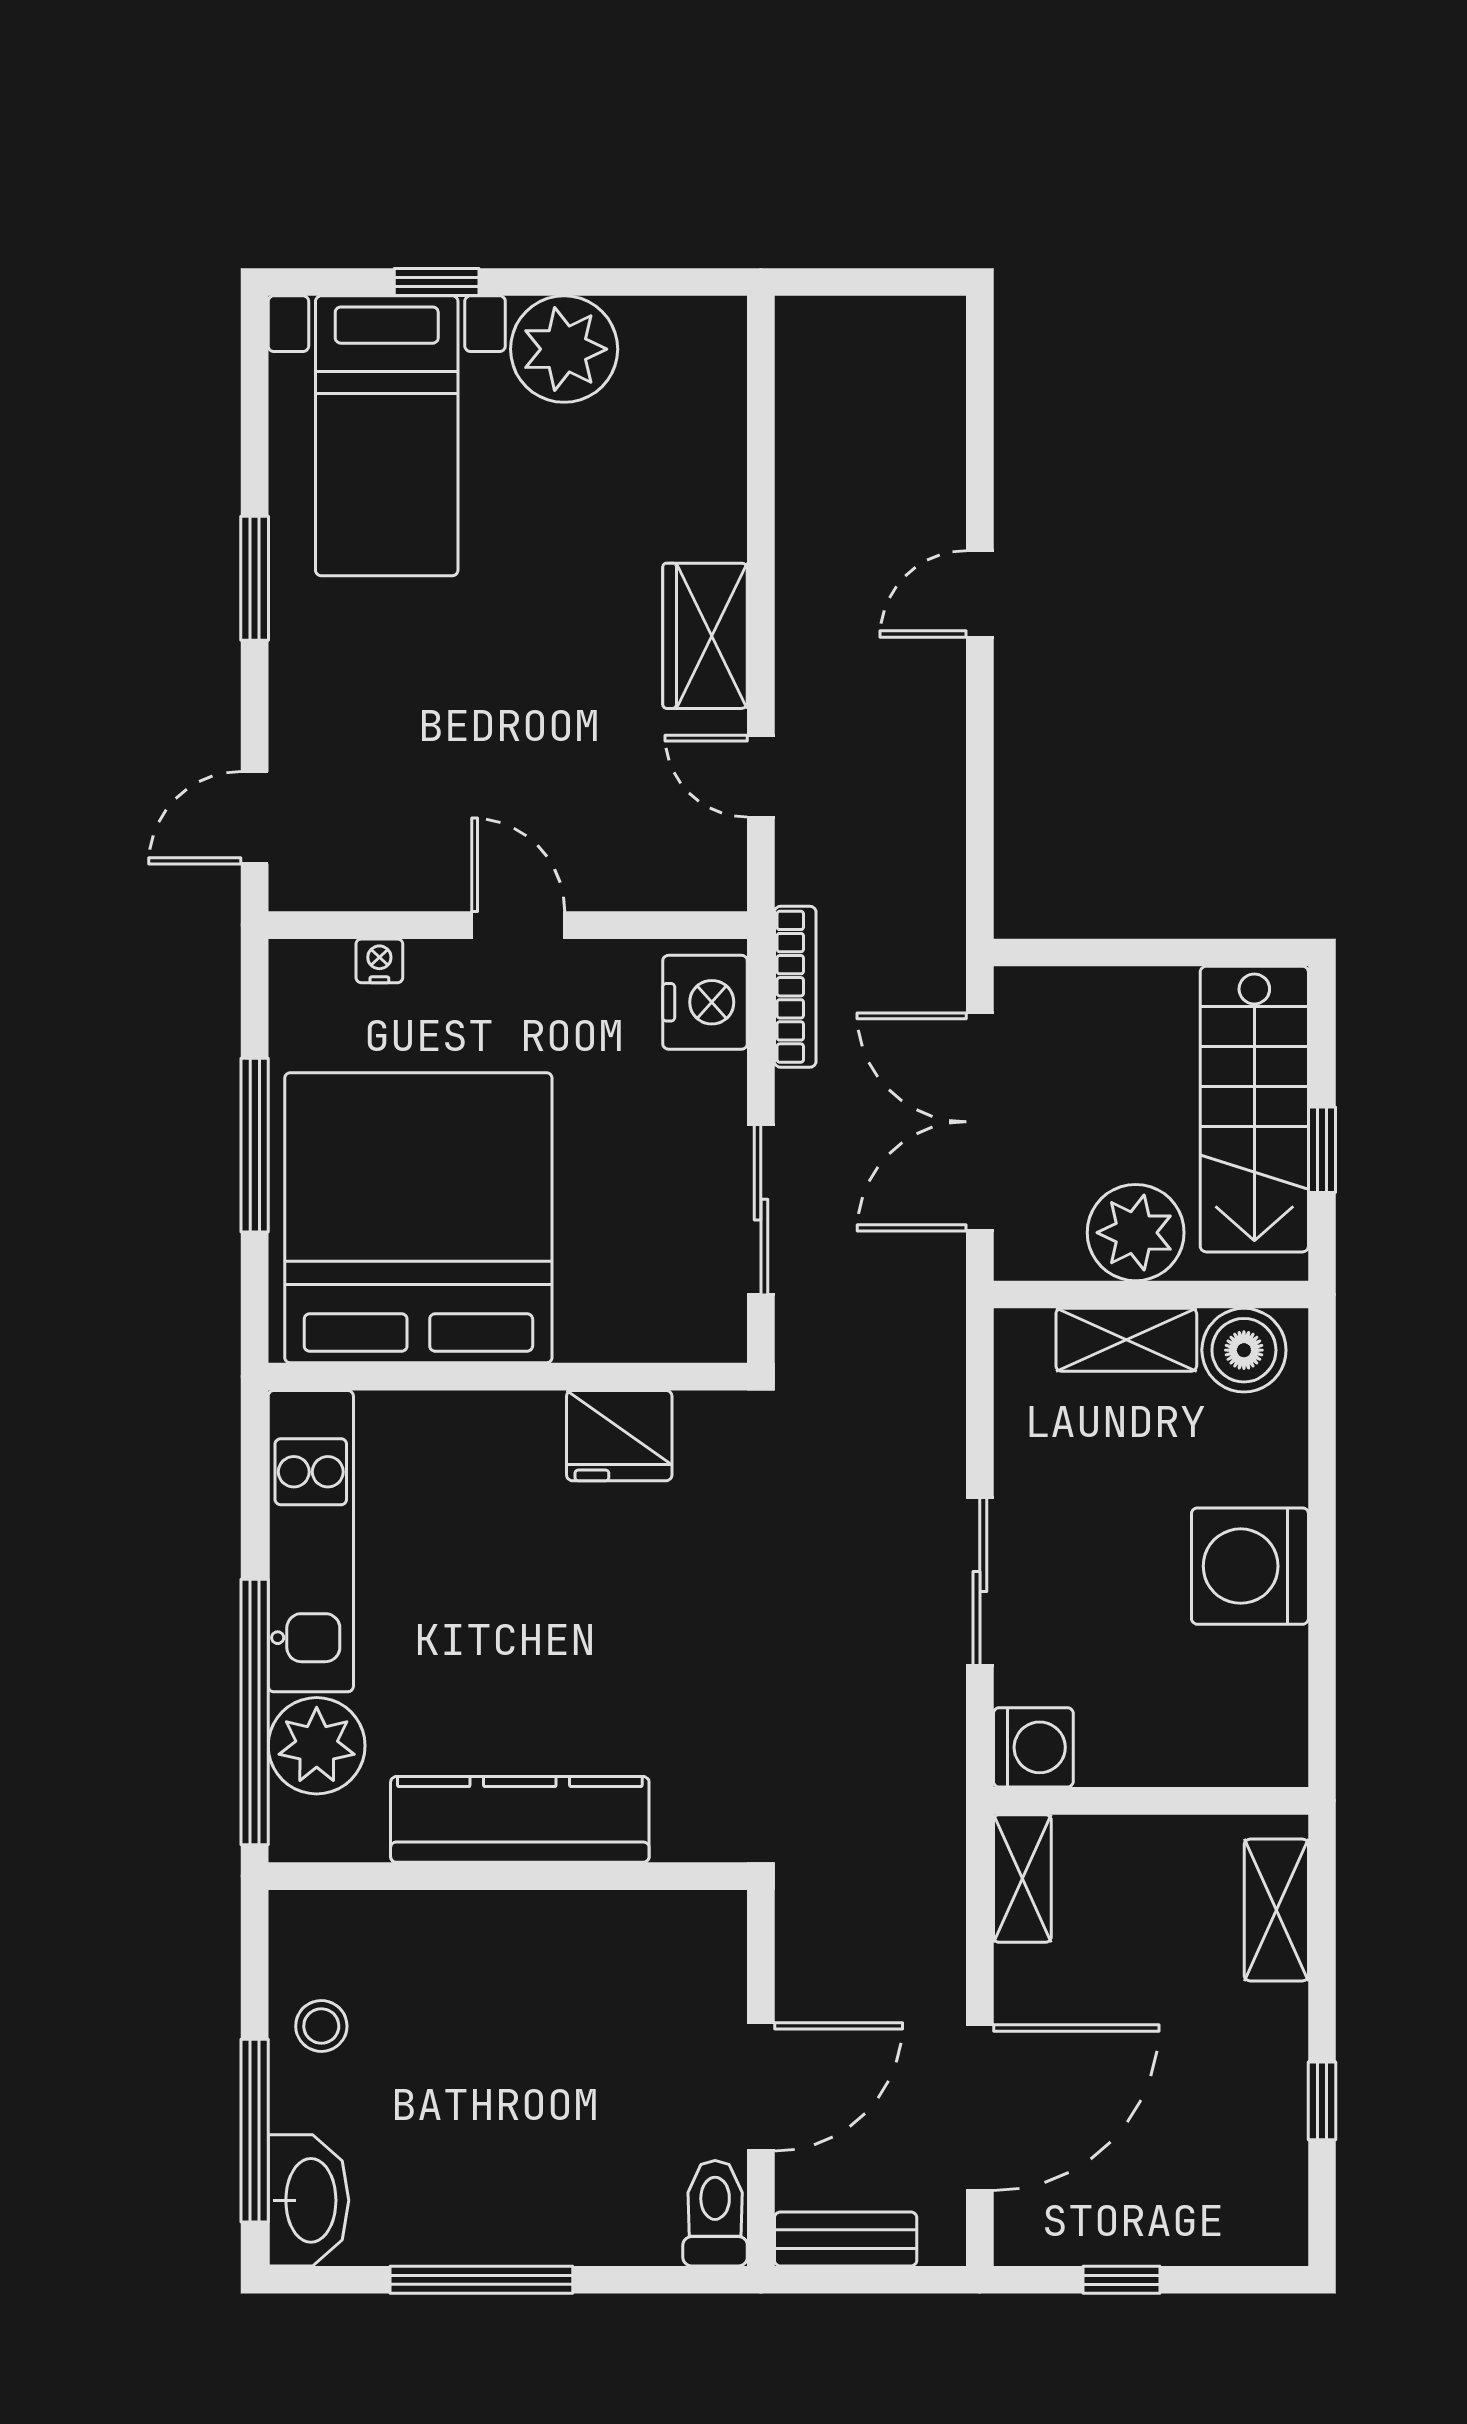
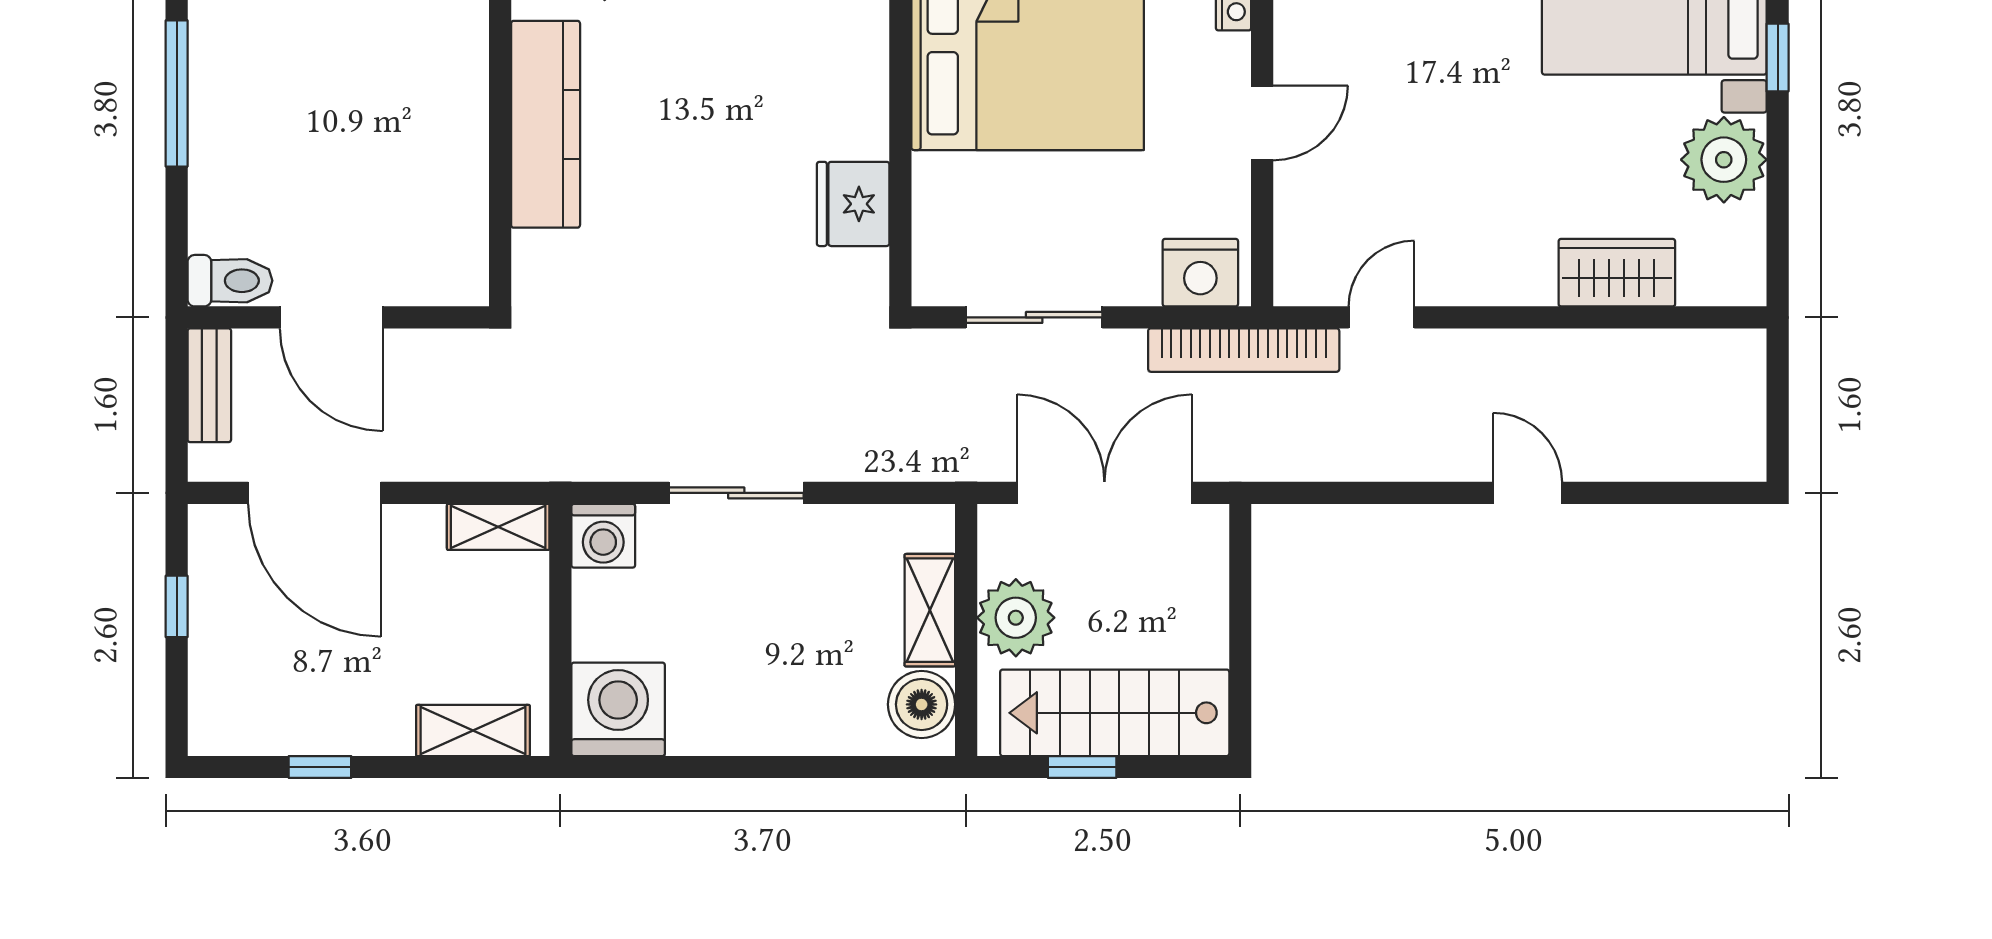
wardrobe: (705, 636) -> (1617, 273), moved
bookcase: (795, 987) -> (1244, 350), width x1.48, depth x1.31
washing machine: (1250, 1566) -> (618, 709), moved

